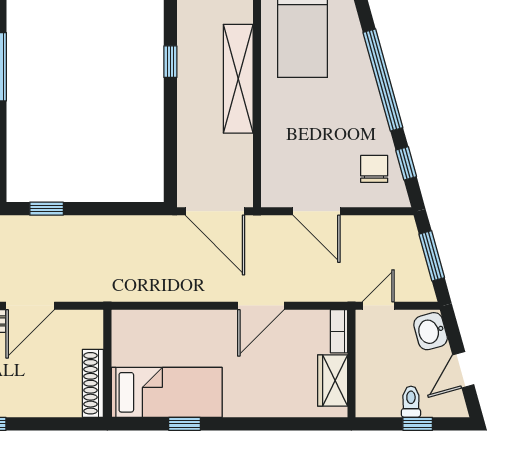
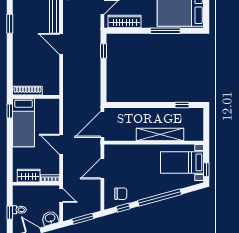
window: (170, 62) -> (182, 105), moved
wall: (107, 363) -> (36, 97), moved
shoe rack: (93, 383) -> (27, 91), moved
bed: (167, 392) -> (24, 123), moved

